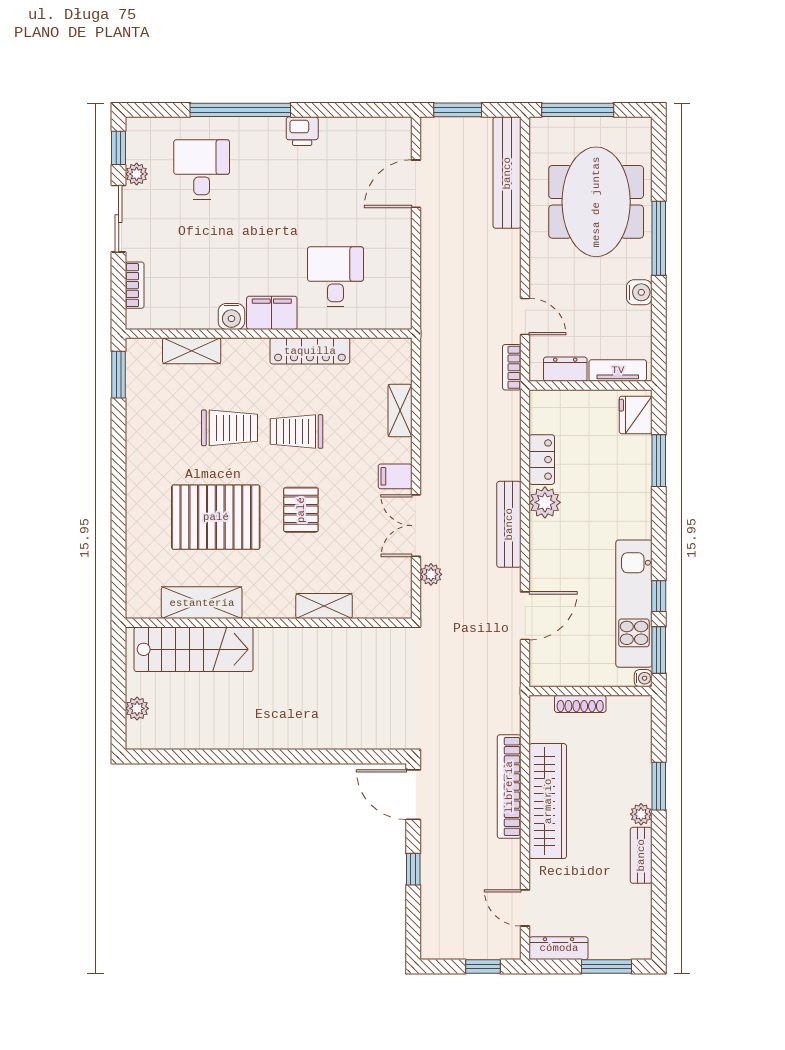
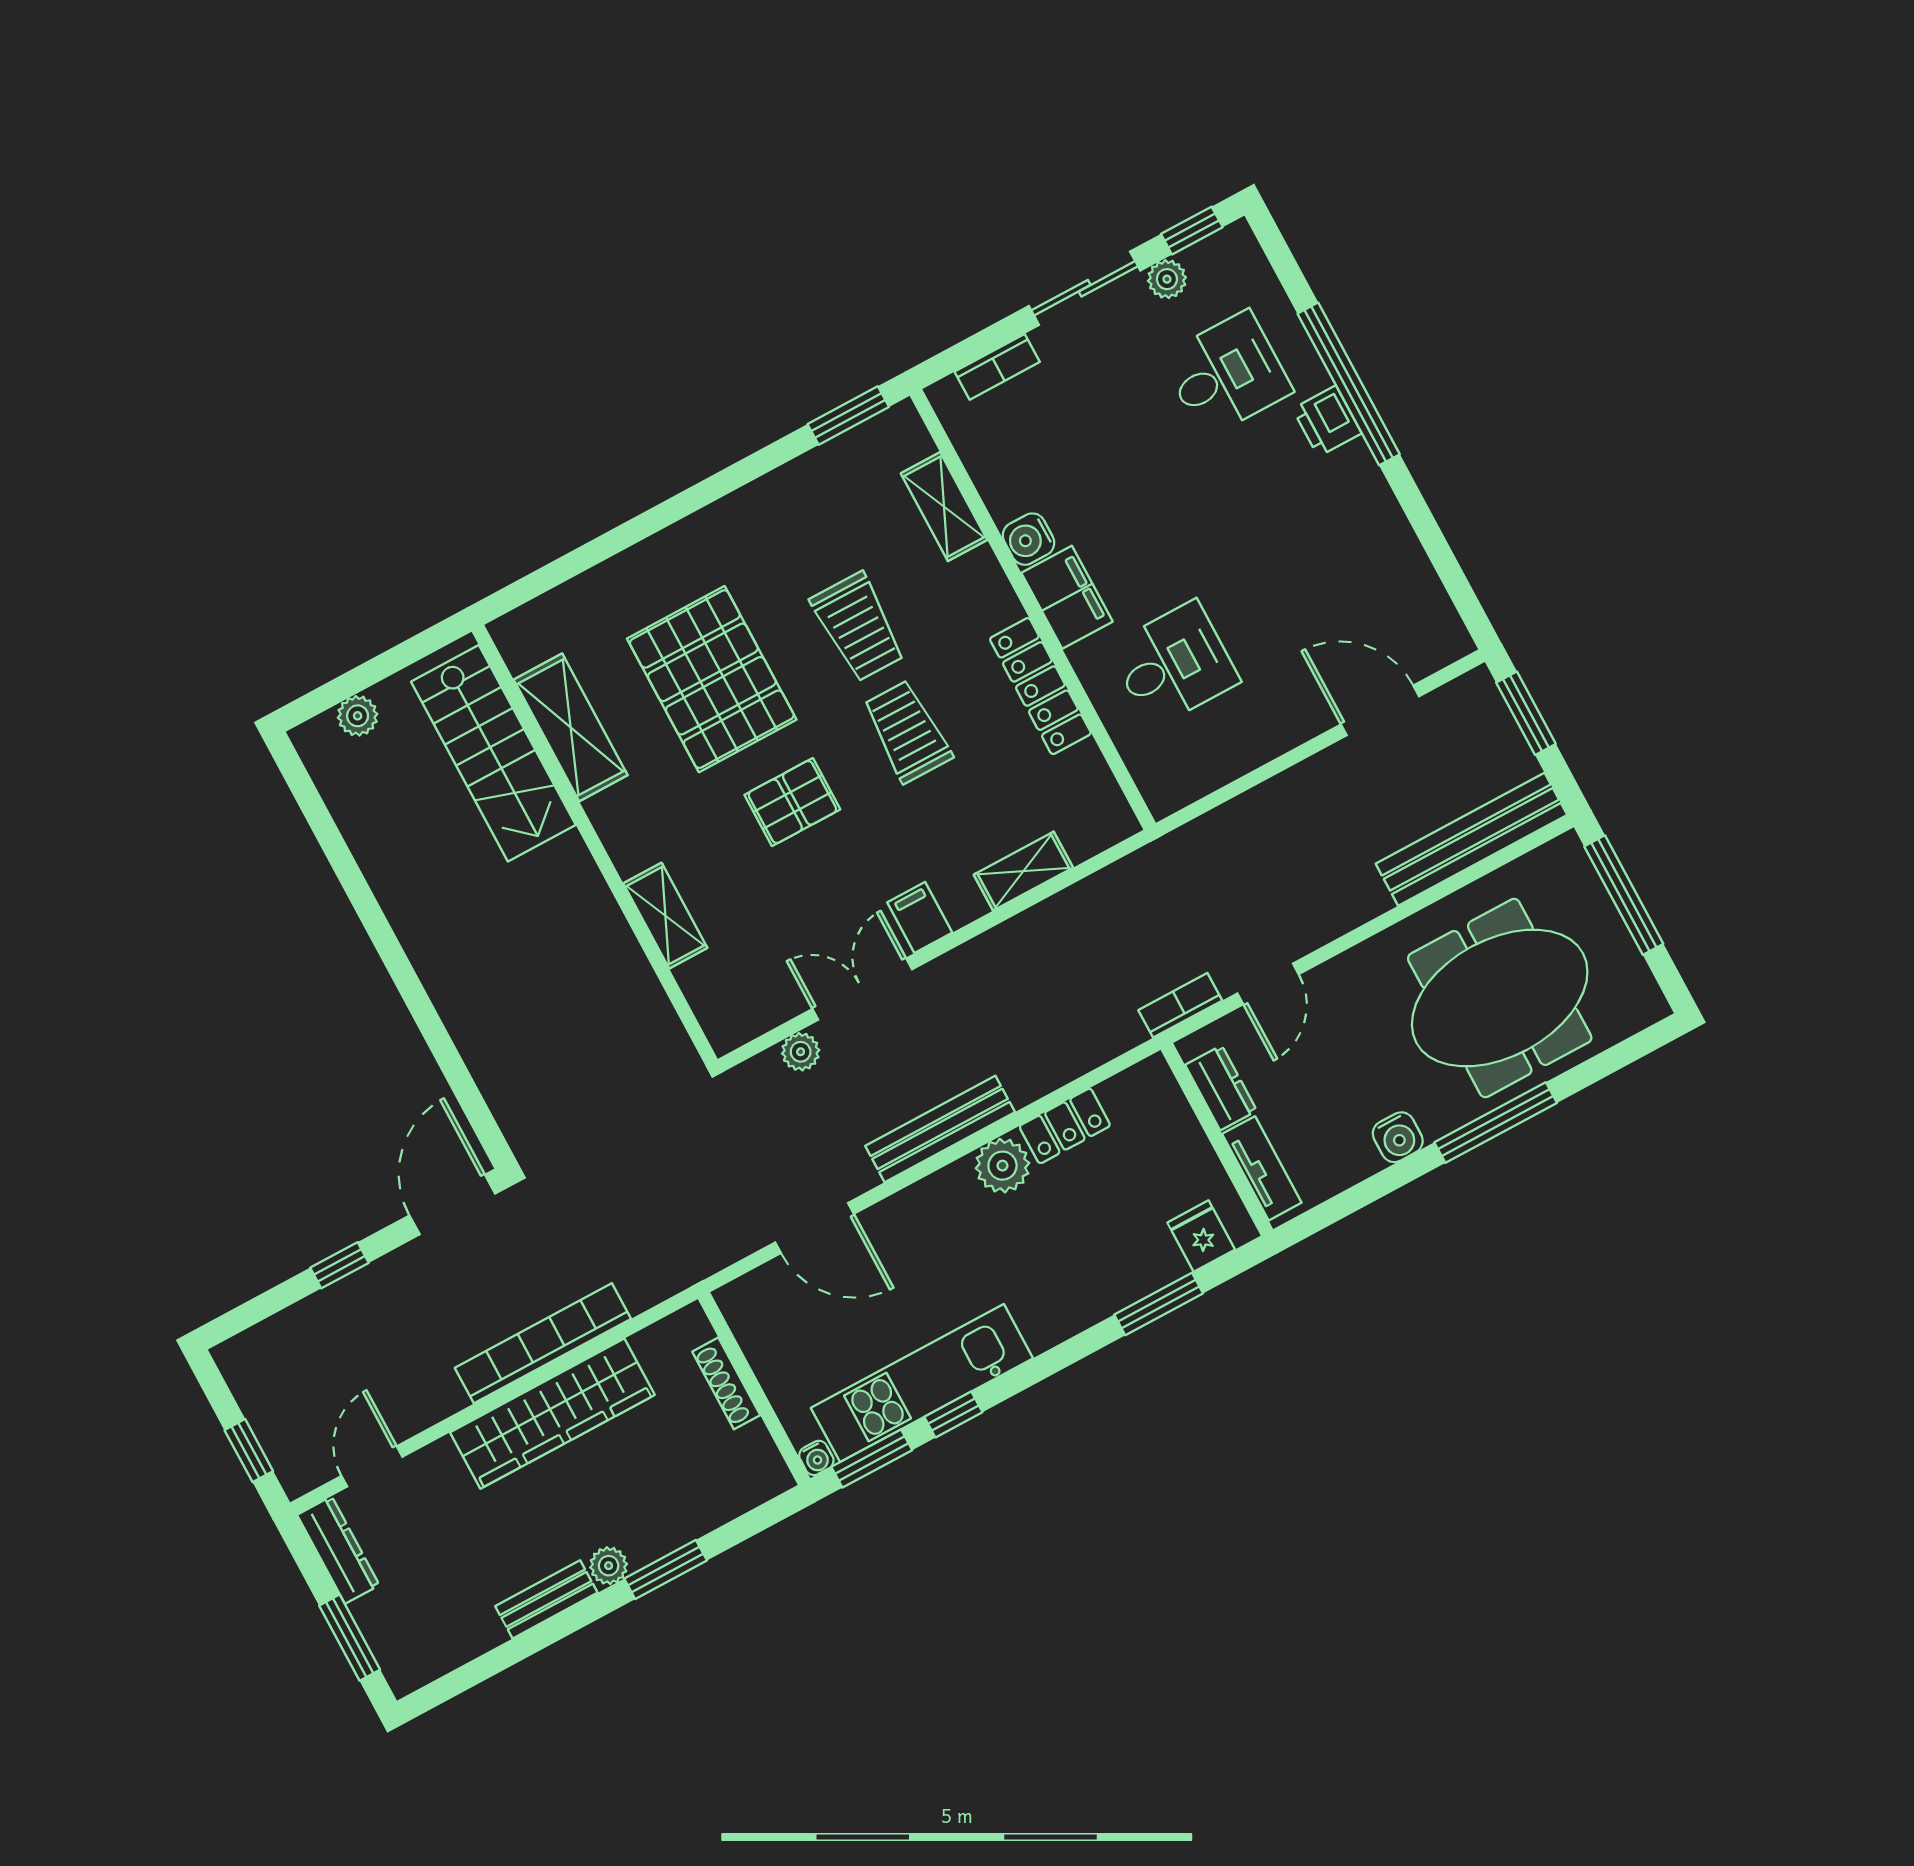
printer: (302, 131) -> (1327, 421), moved
fridge: (636, 415) -> (1201, 1236), width x0.72

